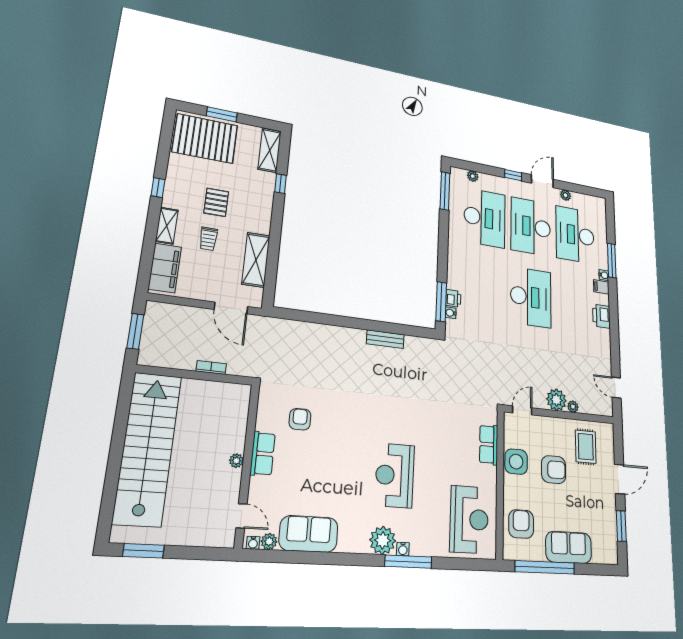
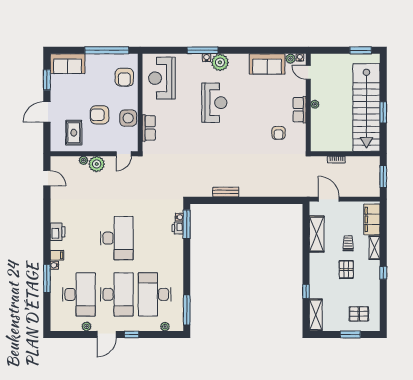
pallet: (205, 139) -> (359, 314), width x0.49, depth x0.50
desk: (531, 297) -> (117, 238), turned 180
window: (118, 437) -> (383, 112), added
sofa: (569, 547) -> (68, 64), moved

